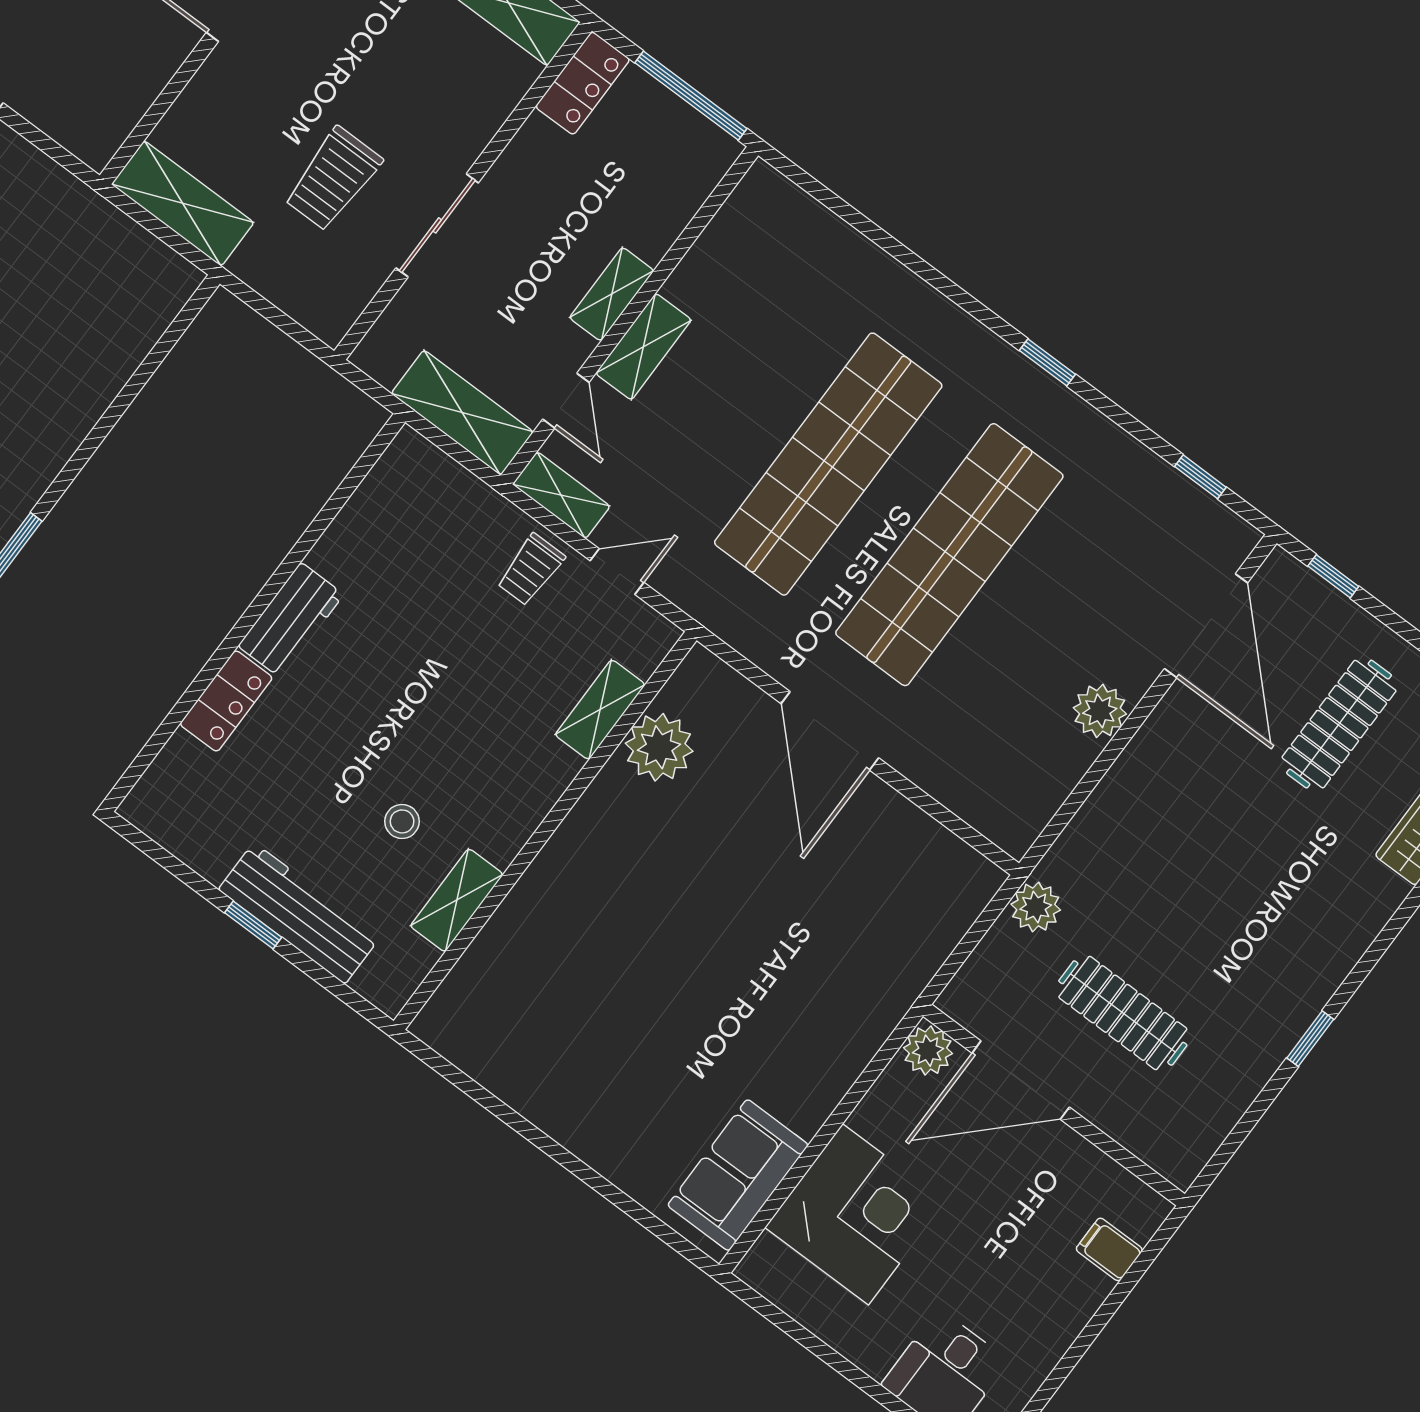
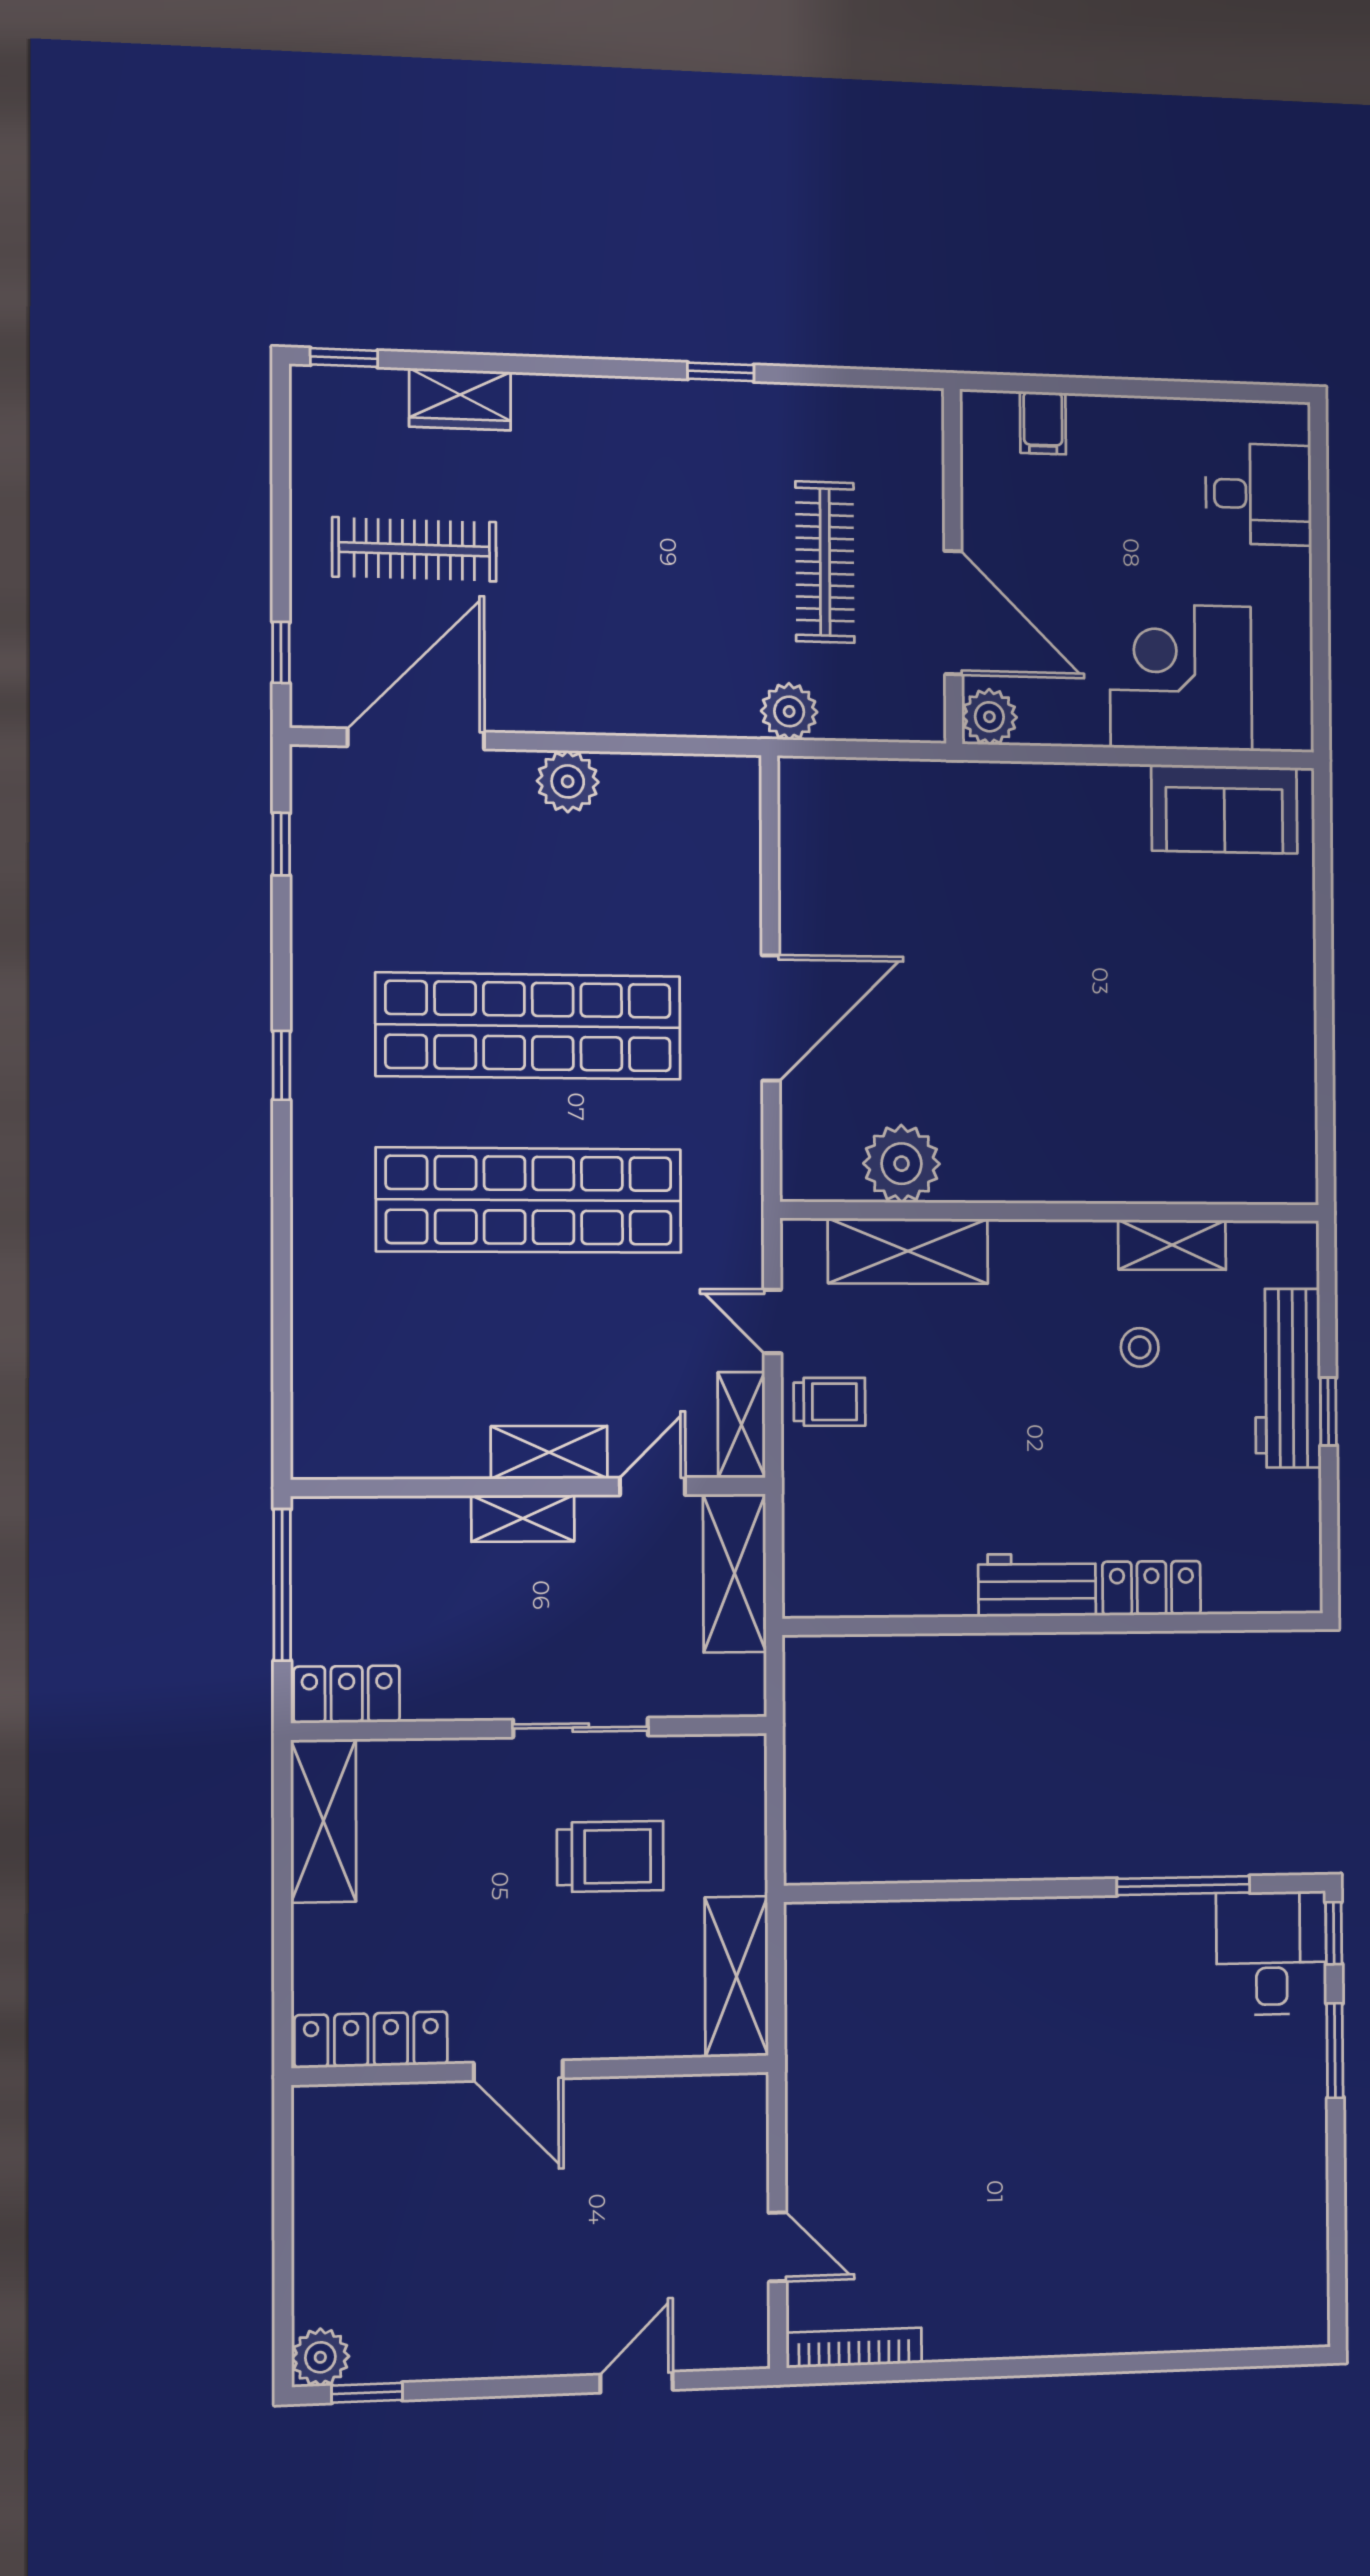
shelving: (600, 710) -> (908, 1251), width x1.50, depth x1.33

